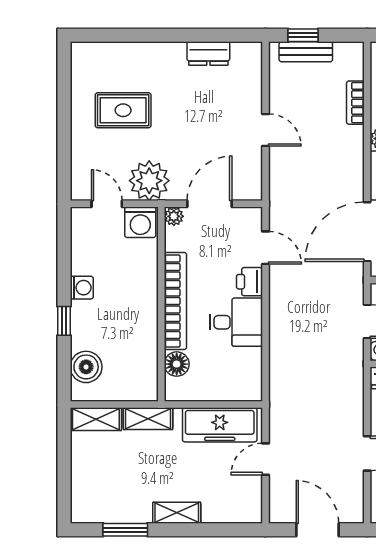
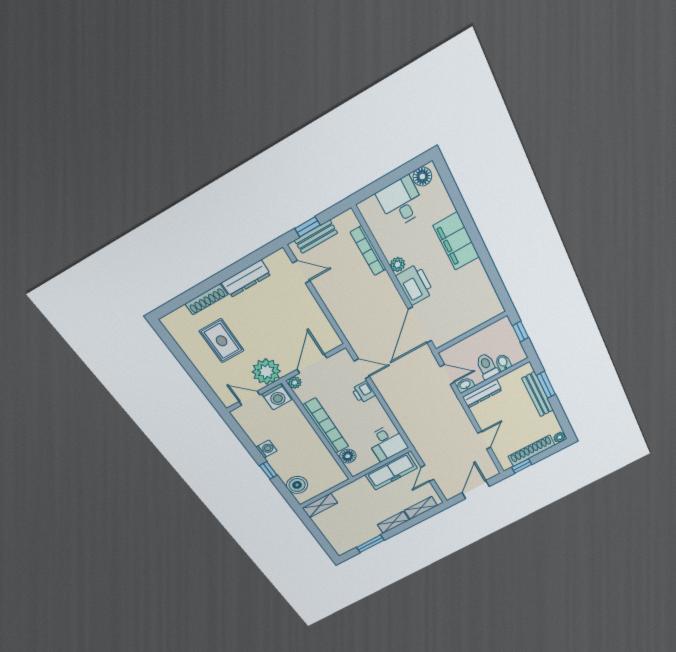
shoe rack: (139, 51) -> (206, 299), added
dresser: (208, 54) -> (246, 279), width x1.44
bookcase: (355, 103) -> (368, 251), width x1.56
rug: (123, 110) -> (222, 341), turned 90
door: (265, 130) -> (301, 272), moved
desk: (236, 322) -> (387, 443), moved, turned 90
shelving: (148, 419) -> (421, 508), moved
door: (317, 530) -> (476, 490), hinge flipped

